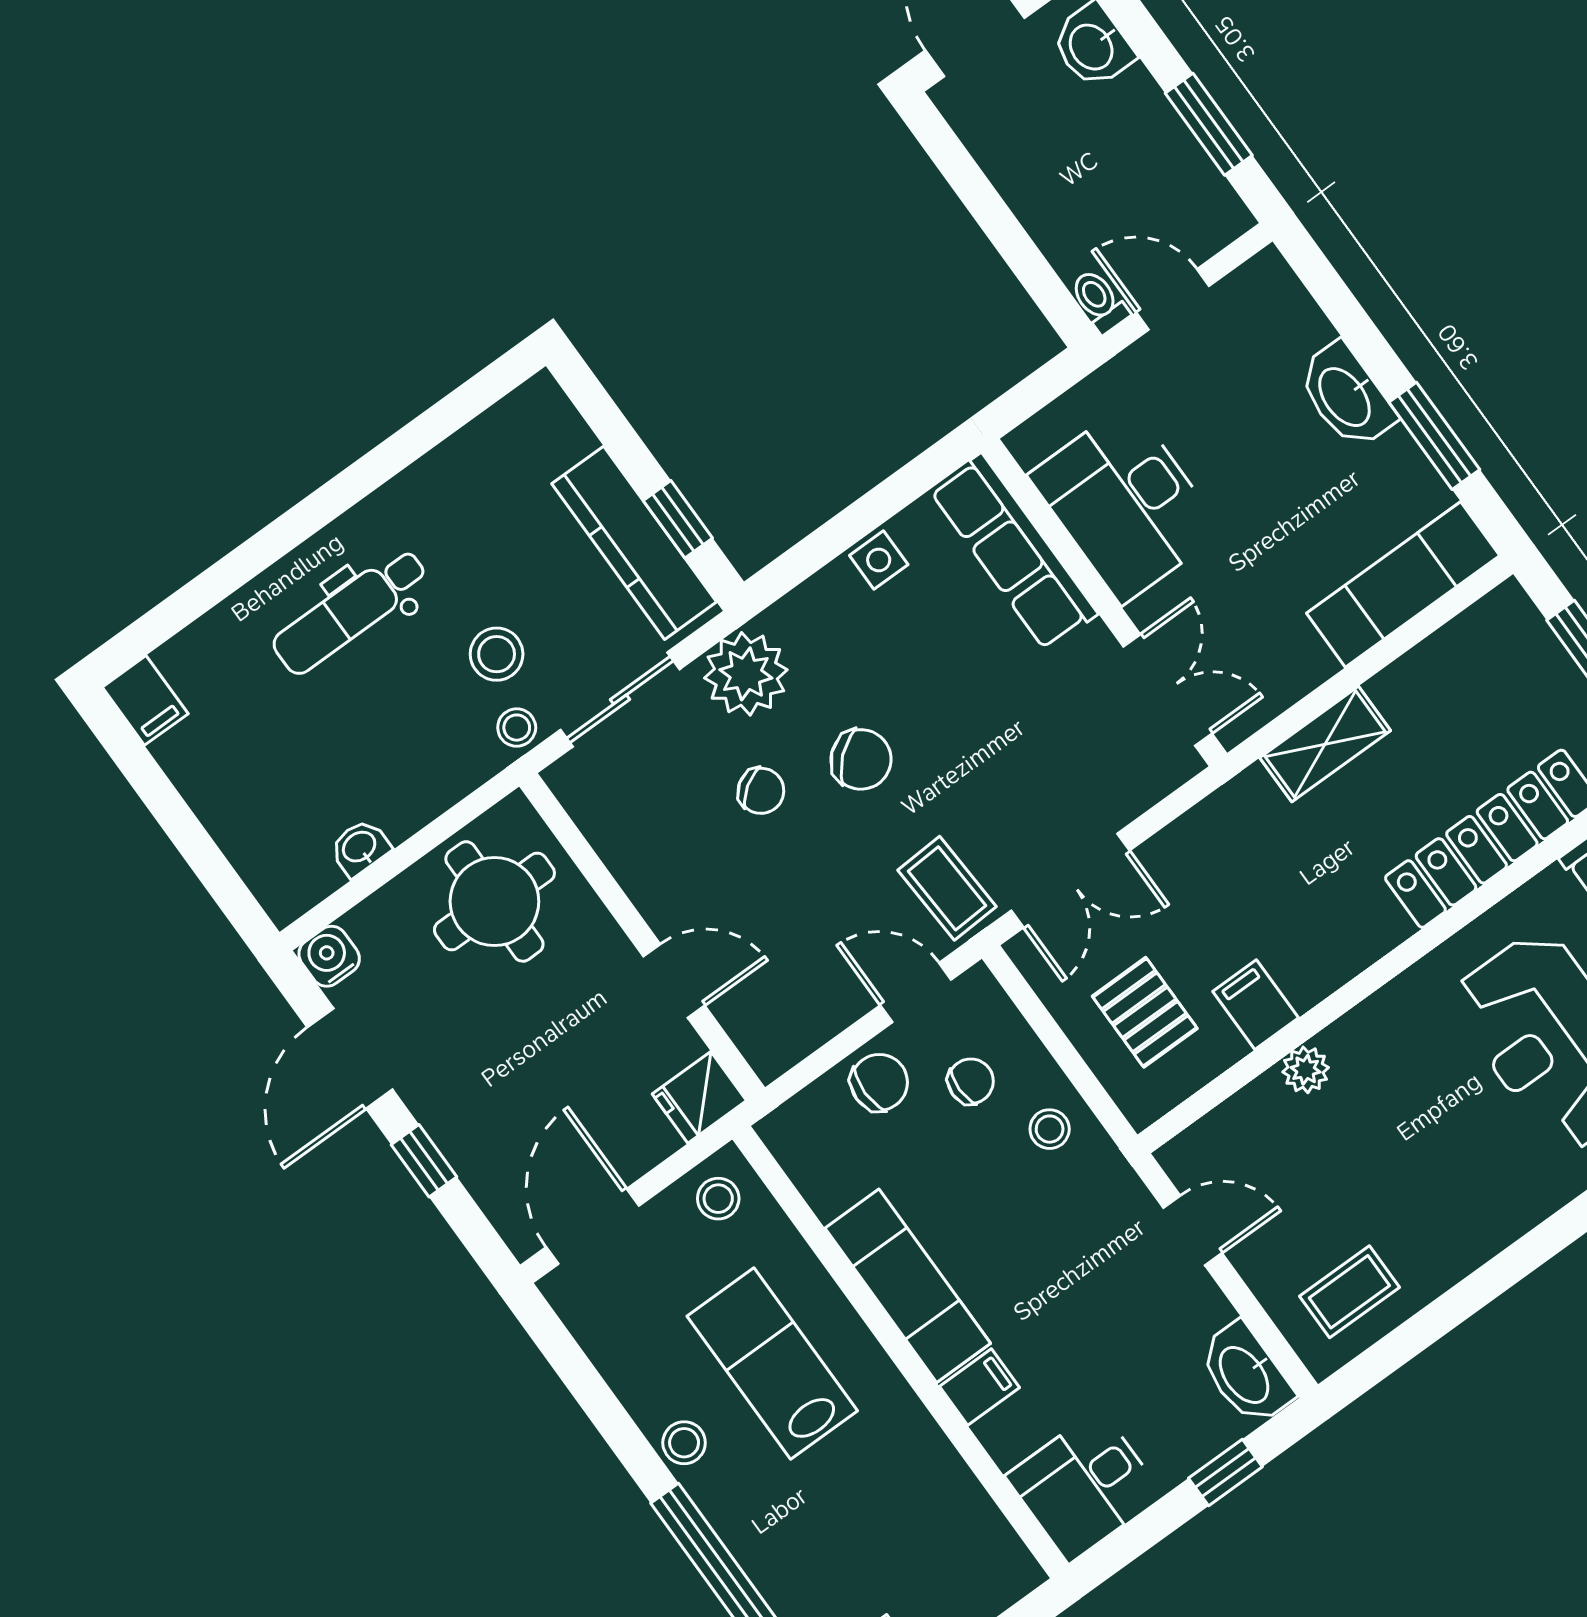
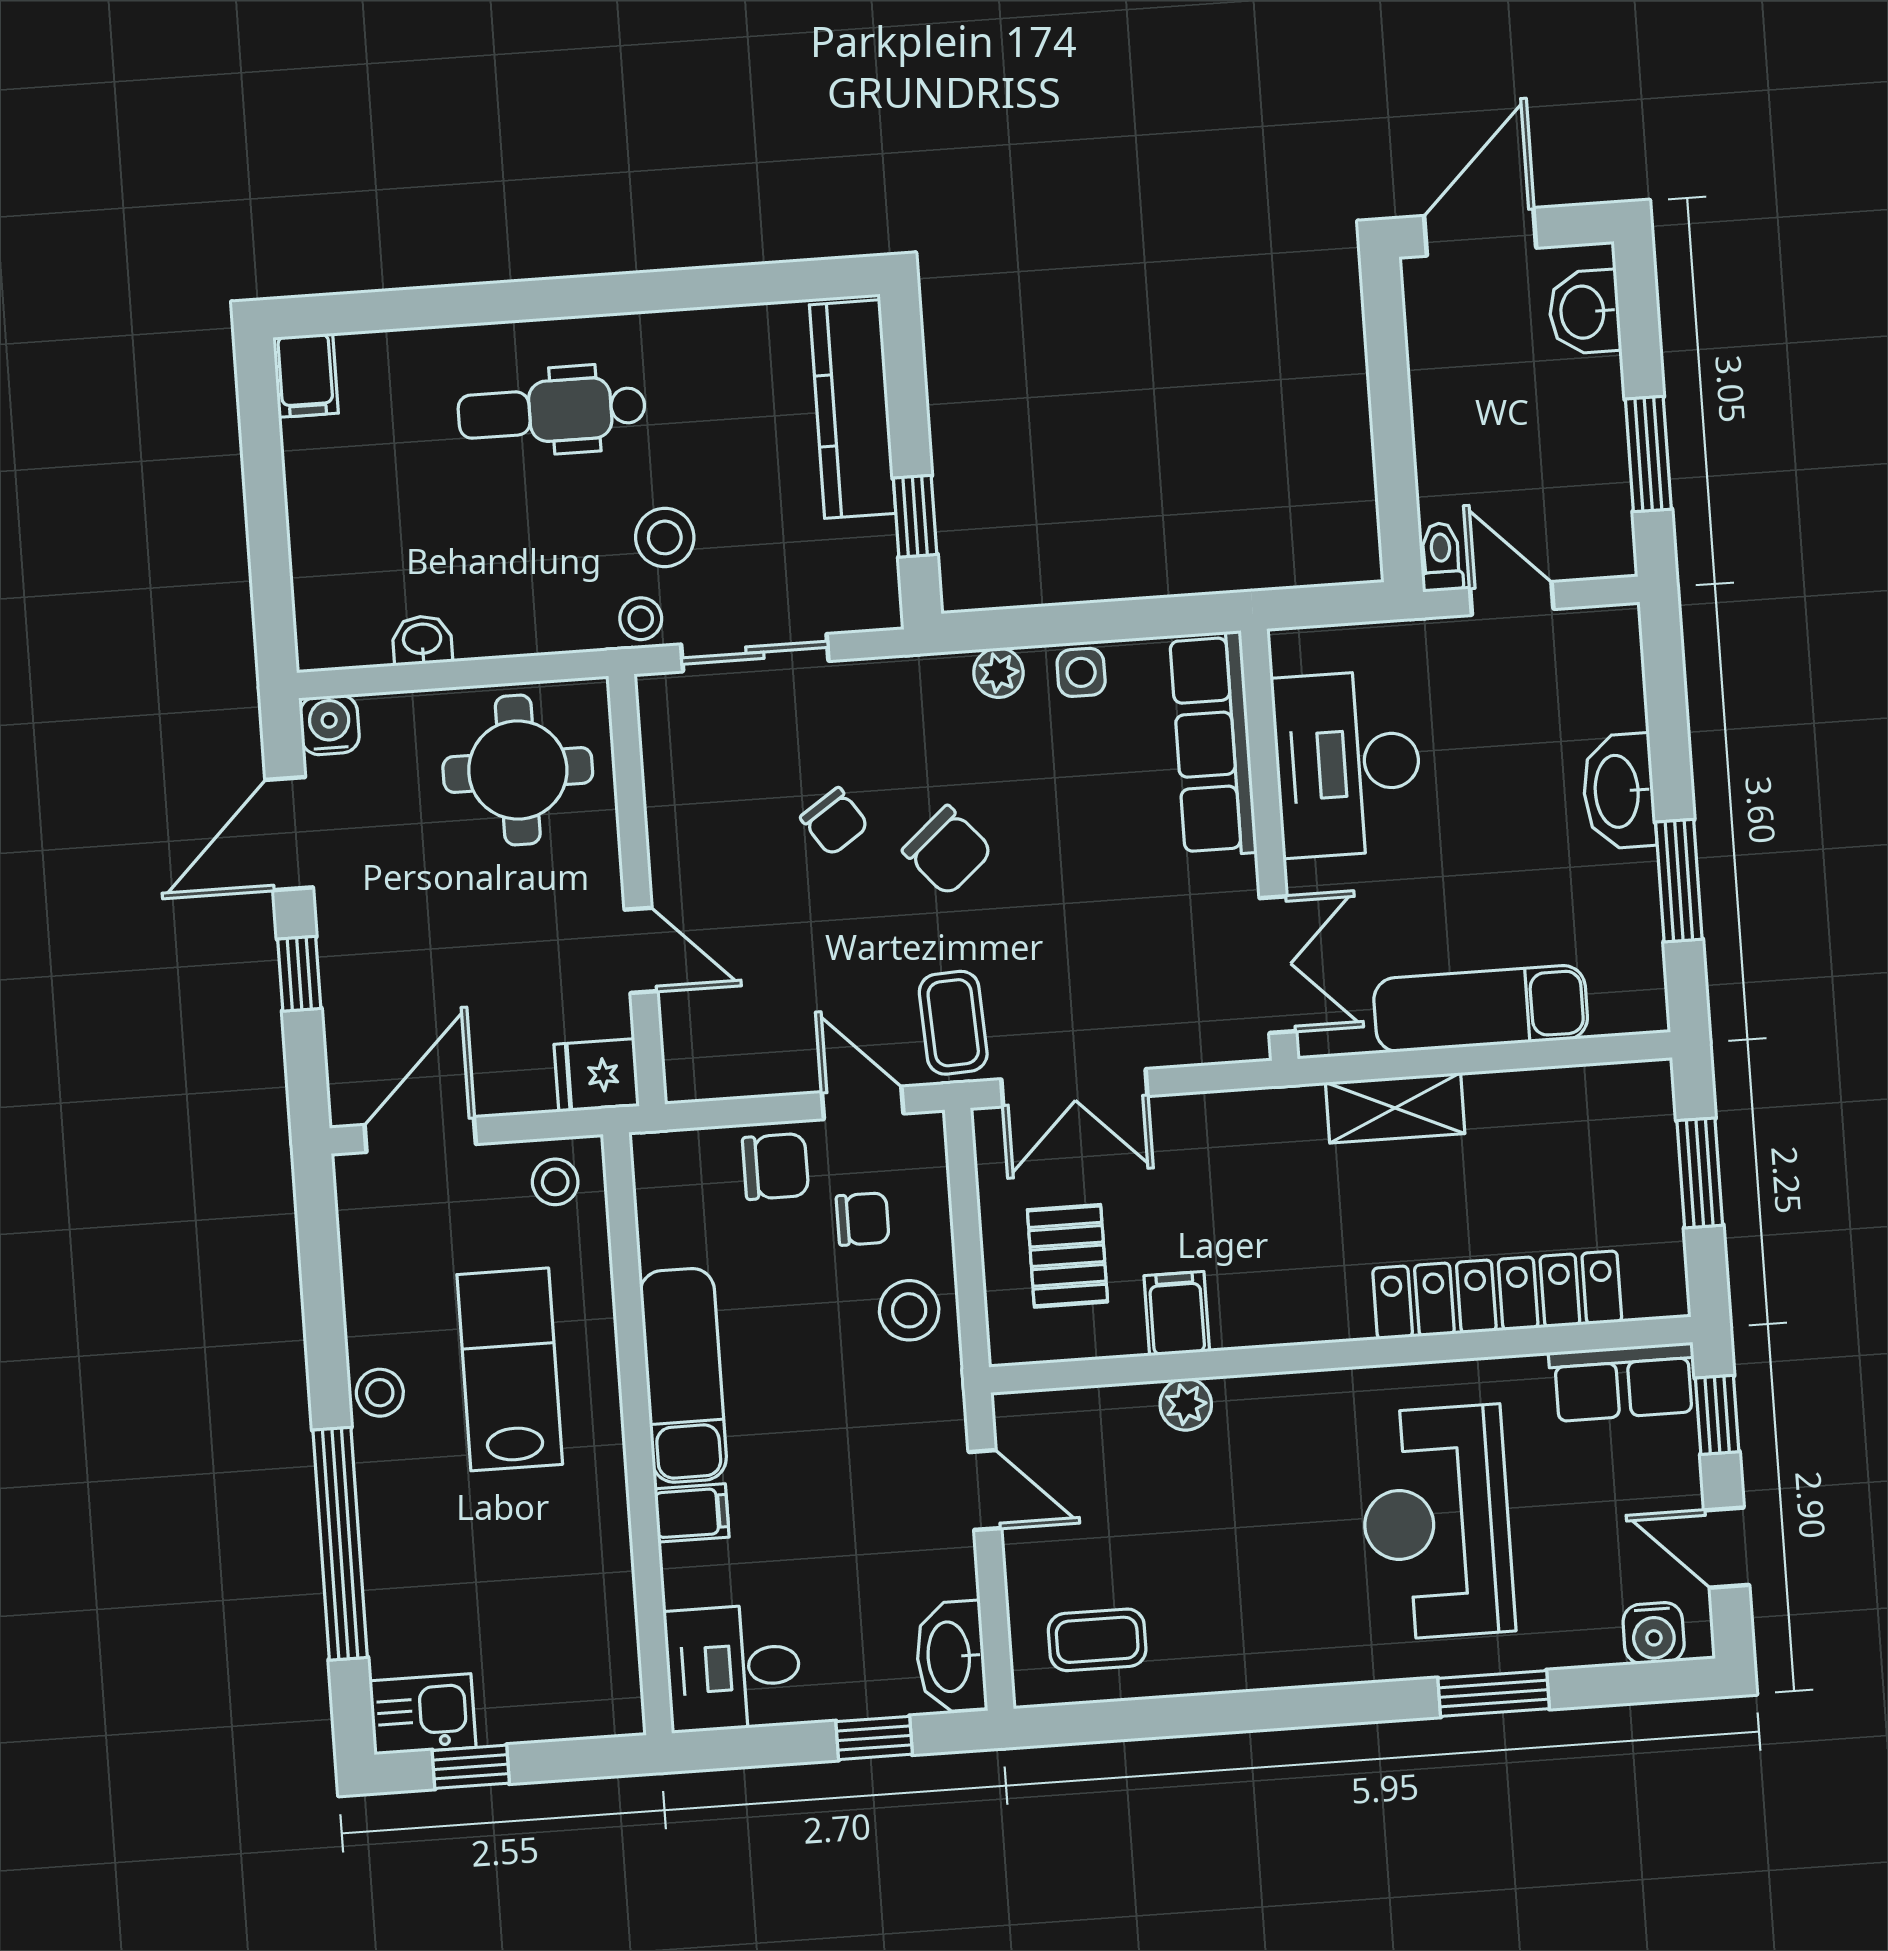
kitchen counter: (634, 543) -> (853, 409), moved
exam couch: (1403, 584) -> (1481, 1009), moved
plant: (746, 674) -> (998, 673), moved, width x0.53, depth x0.53
stool: (1050, 1129) -> (909, 1310), width x1.37, depth x1.37

